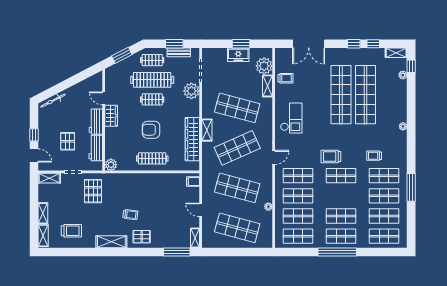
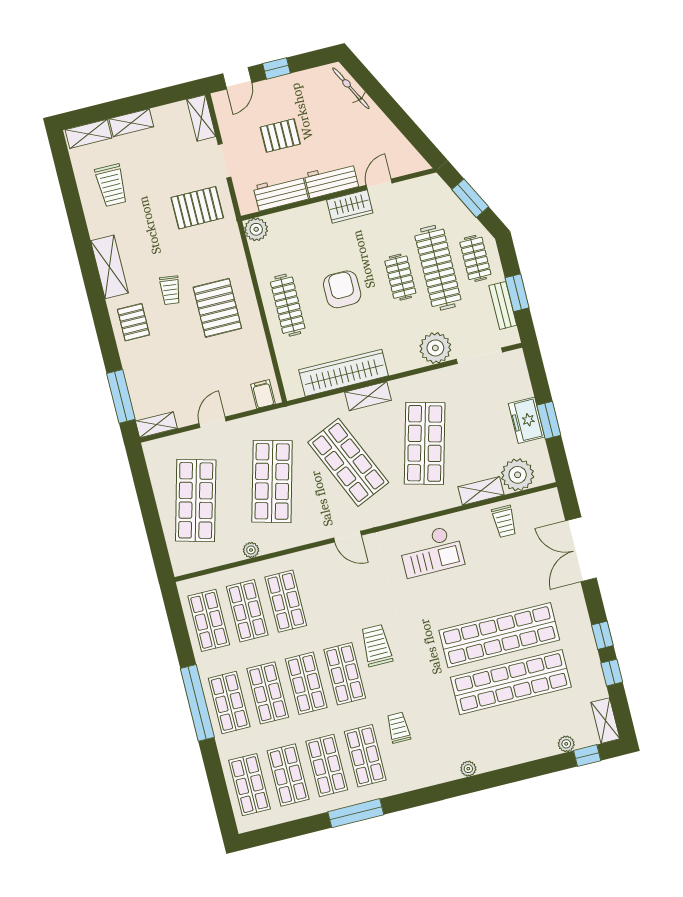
shop shelf: (298, 176) -> (306, 683), moved
pallet: (145, 193) -> (217, 308), added

